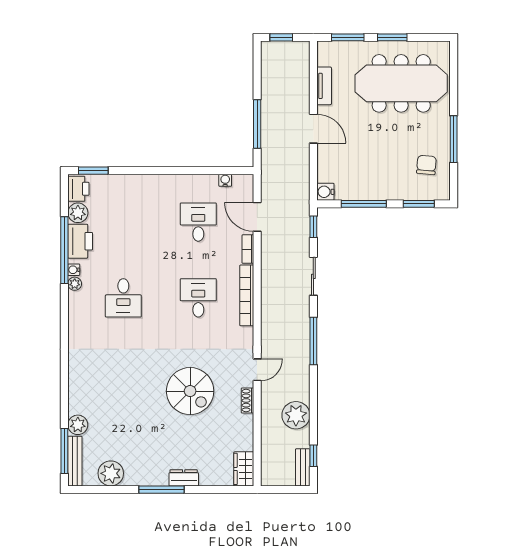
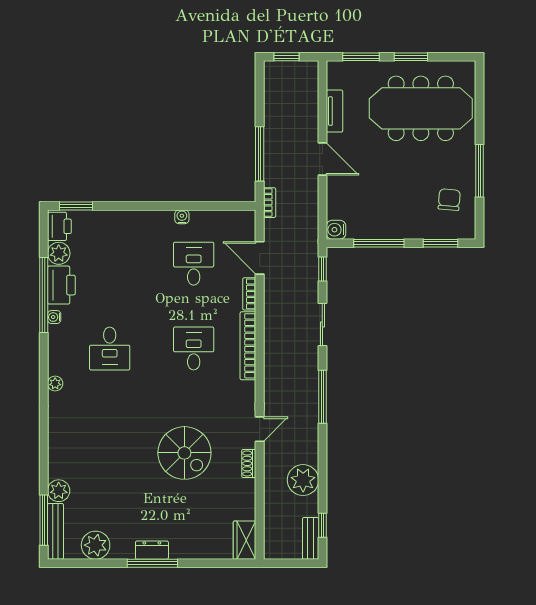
bookcase: (266, 168) -> (270, 203), added
water cooler: (225, 180) -> (182, 217), moved
plant: (75, 284) -> (55, 384), moved
dresser: (184, 478) -> (152, 550), moved

